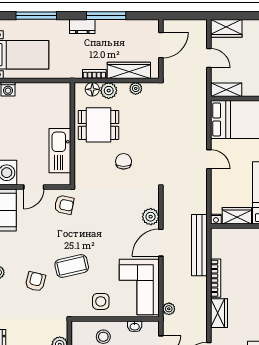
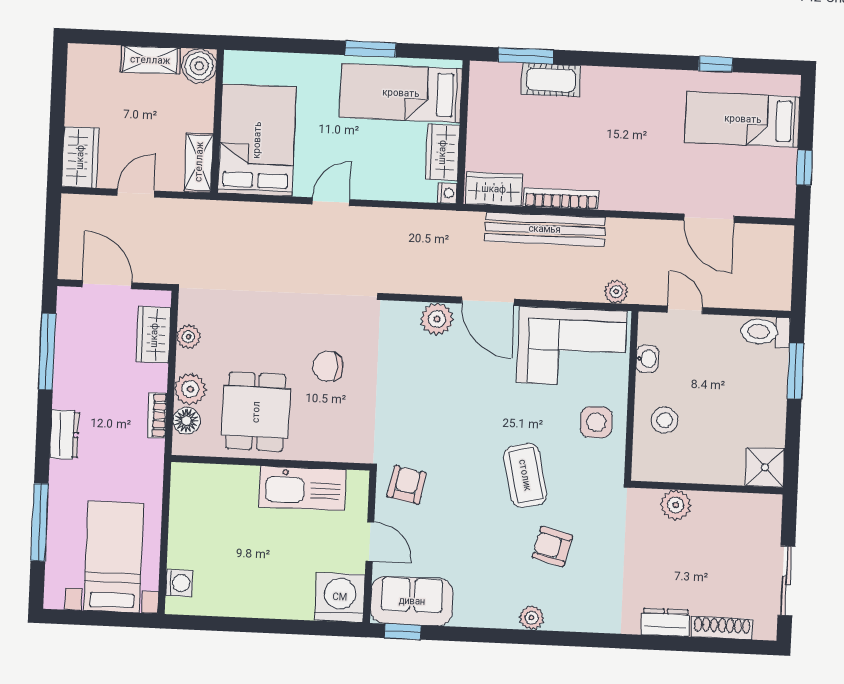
window: (106, 16) -> (47, 352), moved
wardrobe: (129, 70) -> (154, 335), width x0.67
bench: (199, 245) -> (545, 229), moved
wardrobe: (219, 313) -> (494, 189), moved

